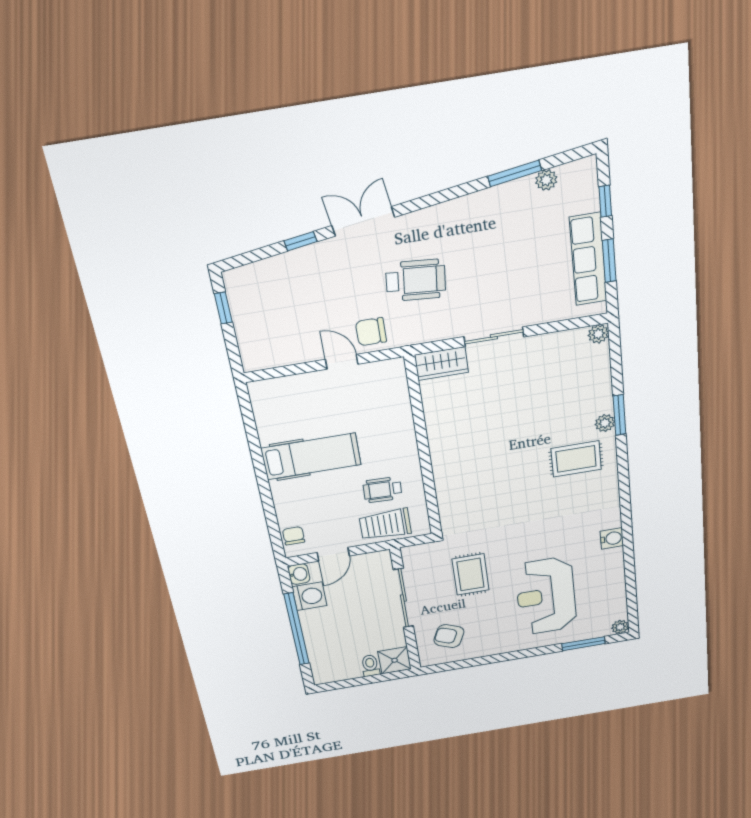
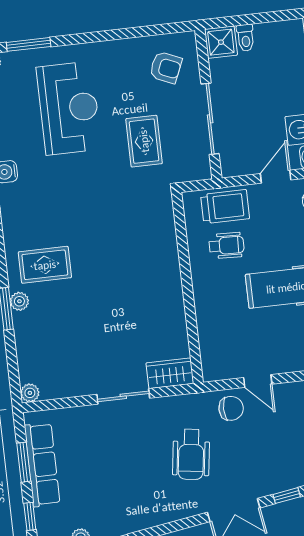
wheelchair: (416, 280) -> (191, 454), turned -87

